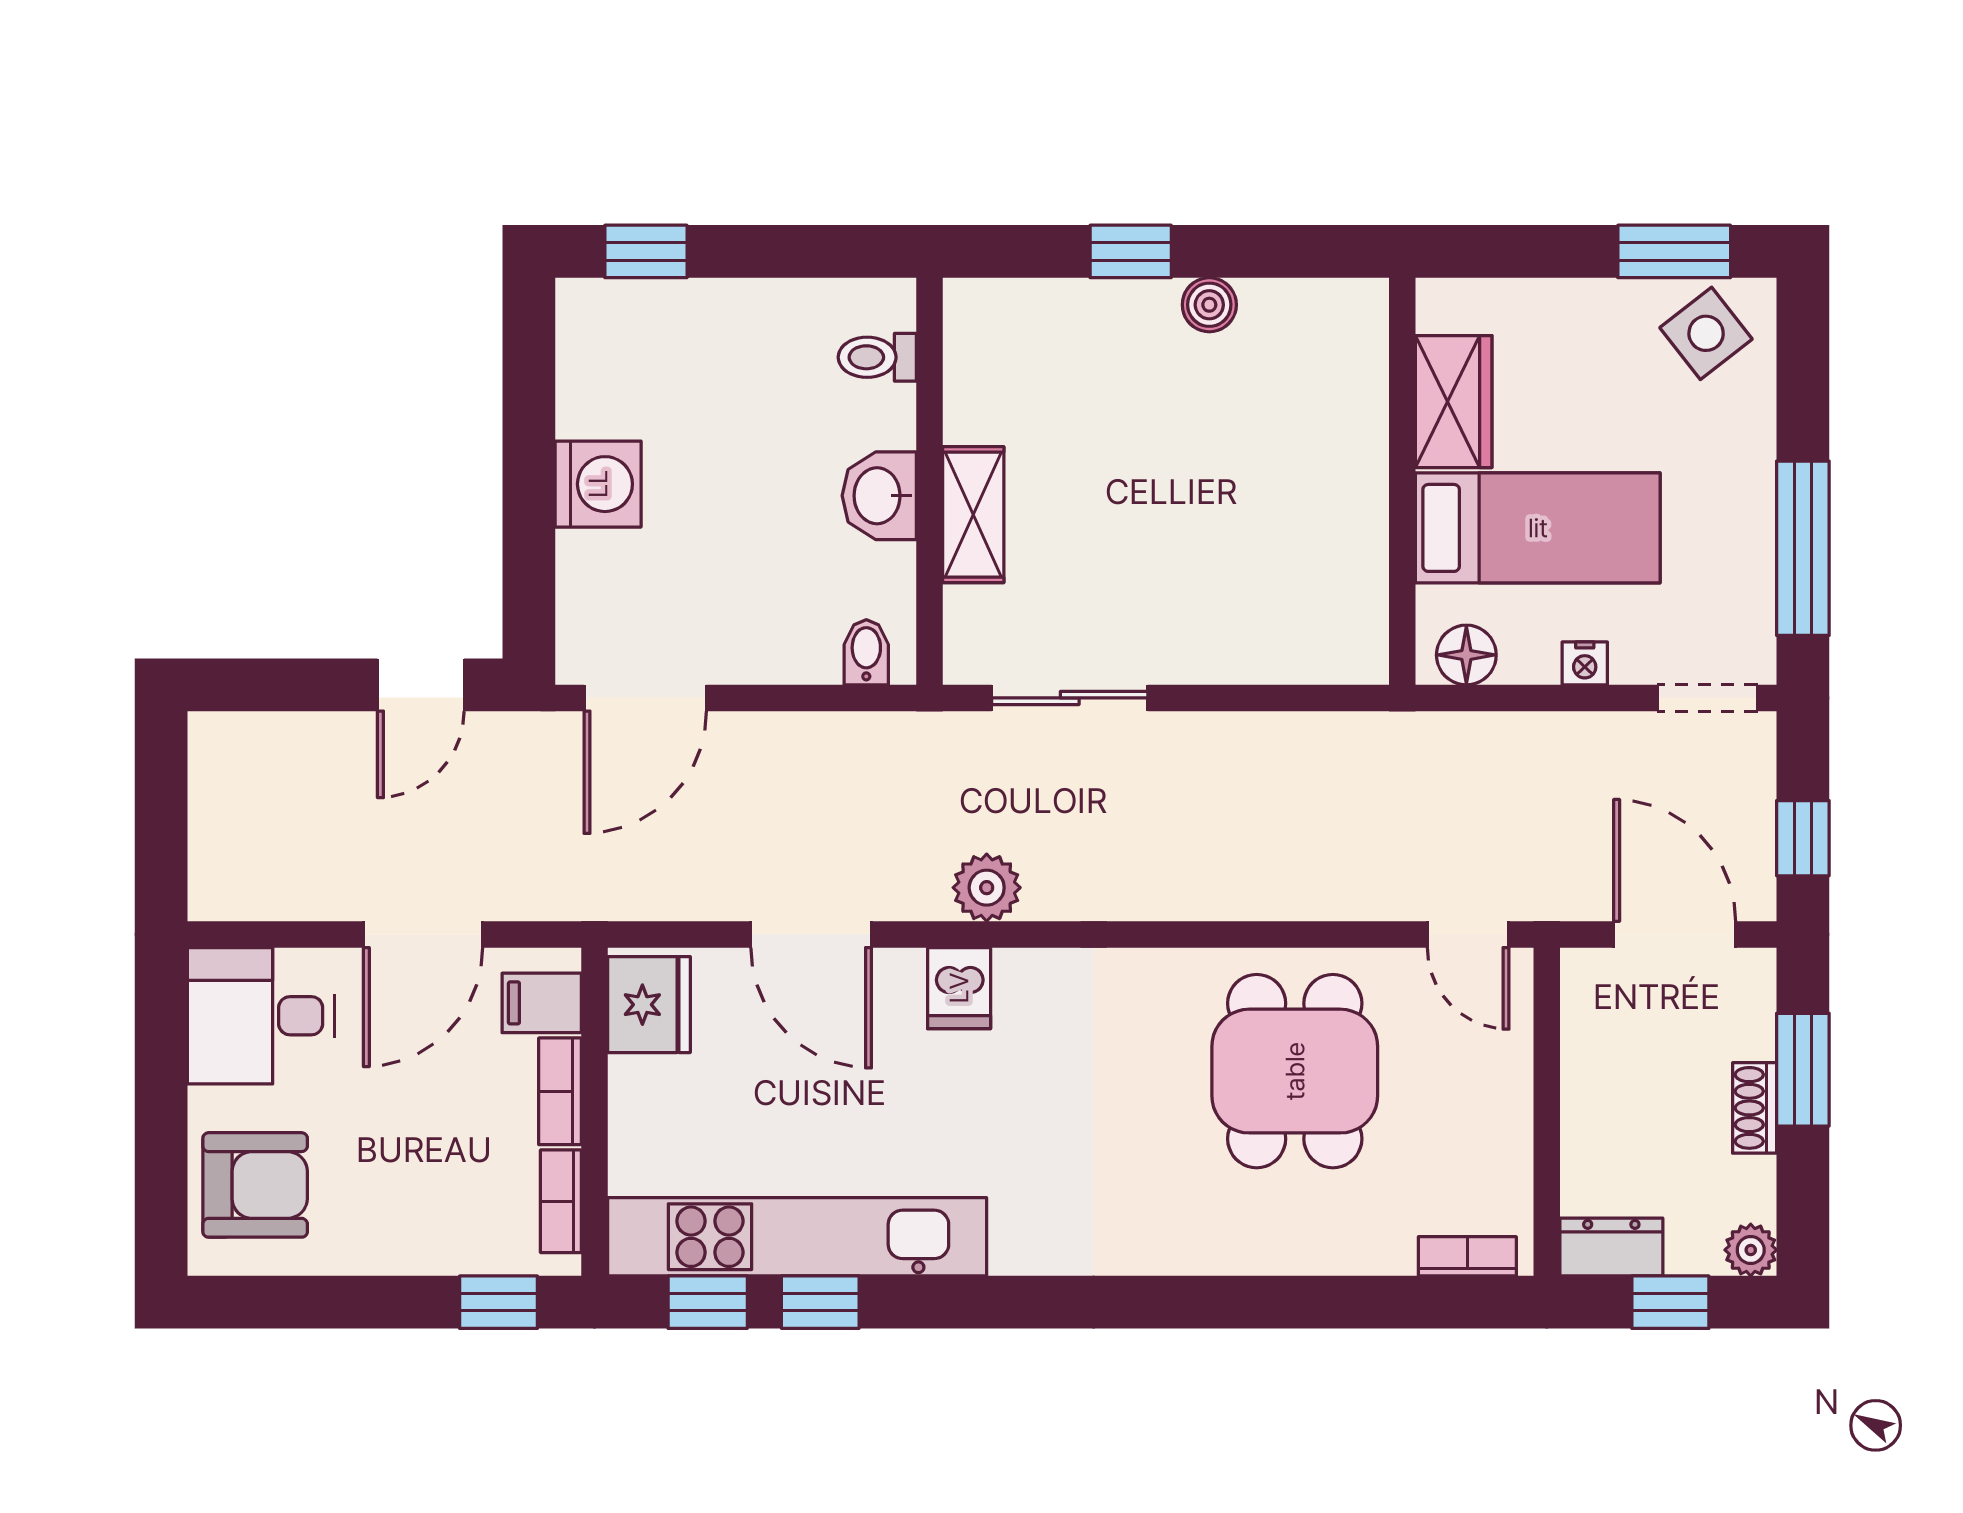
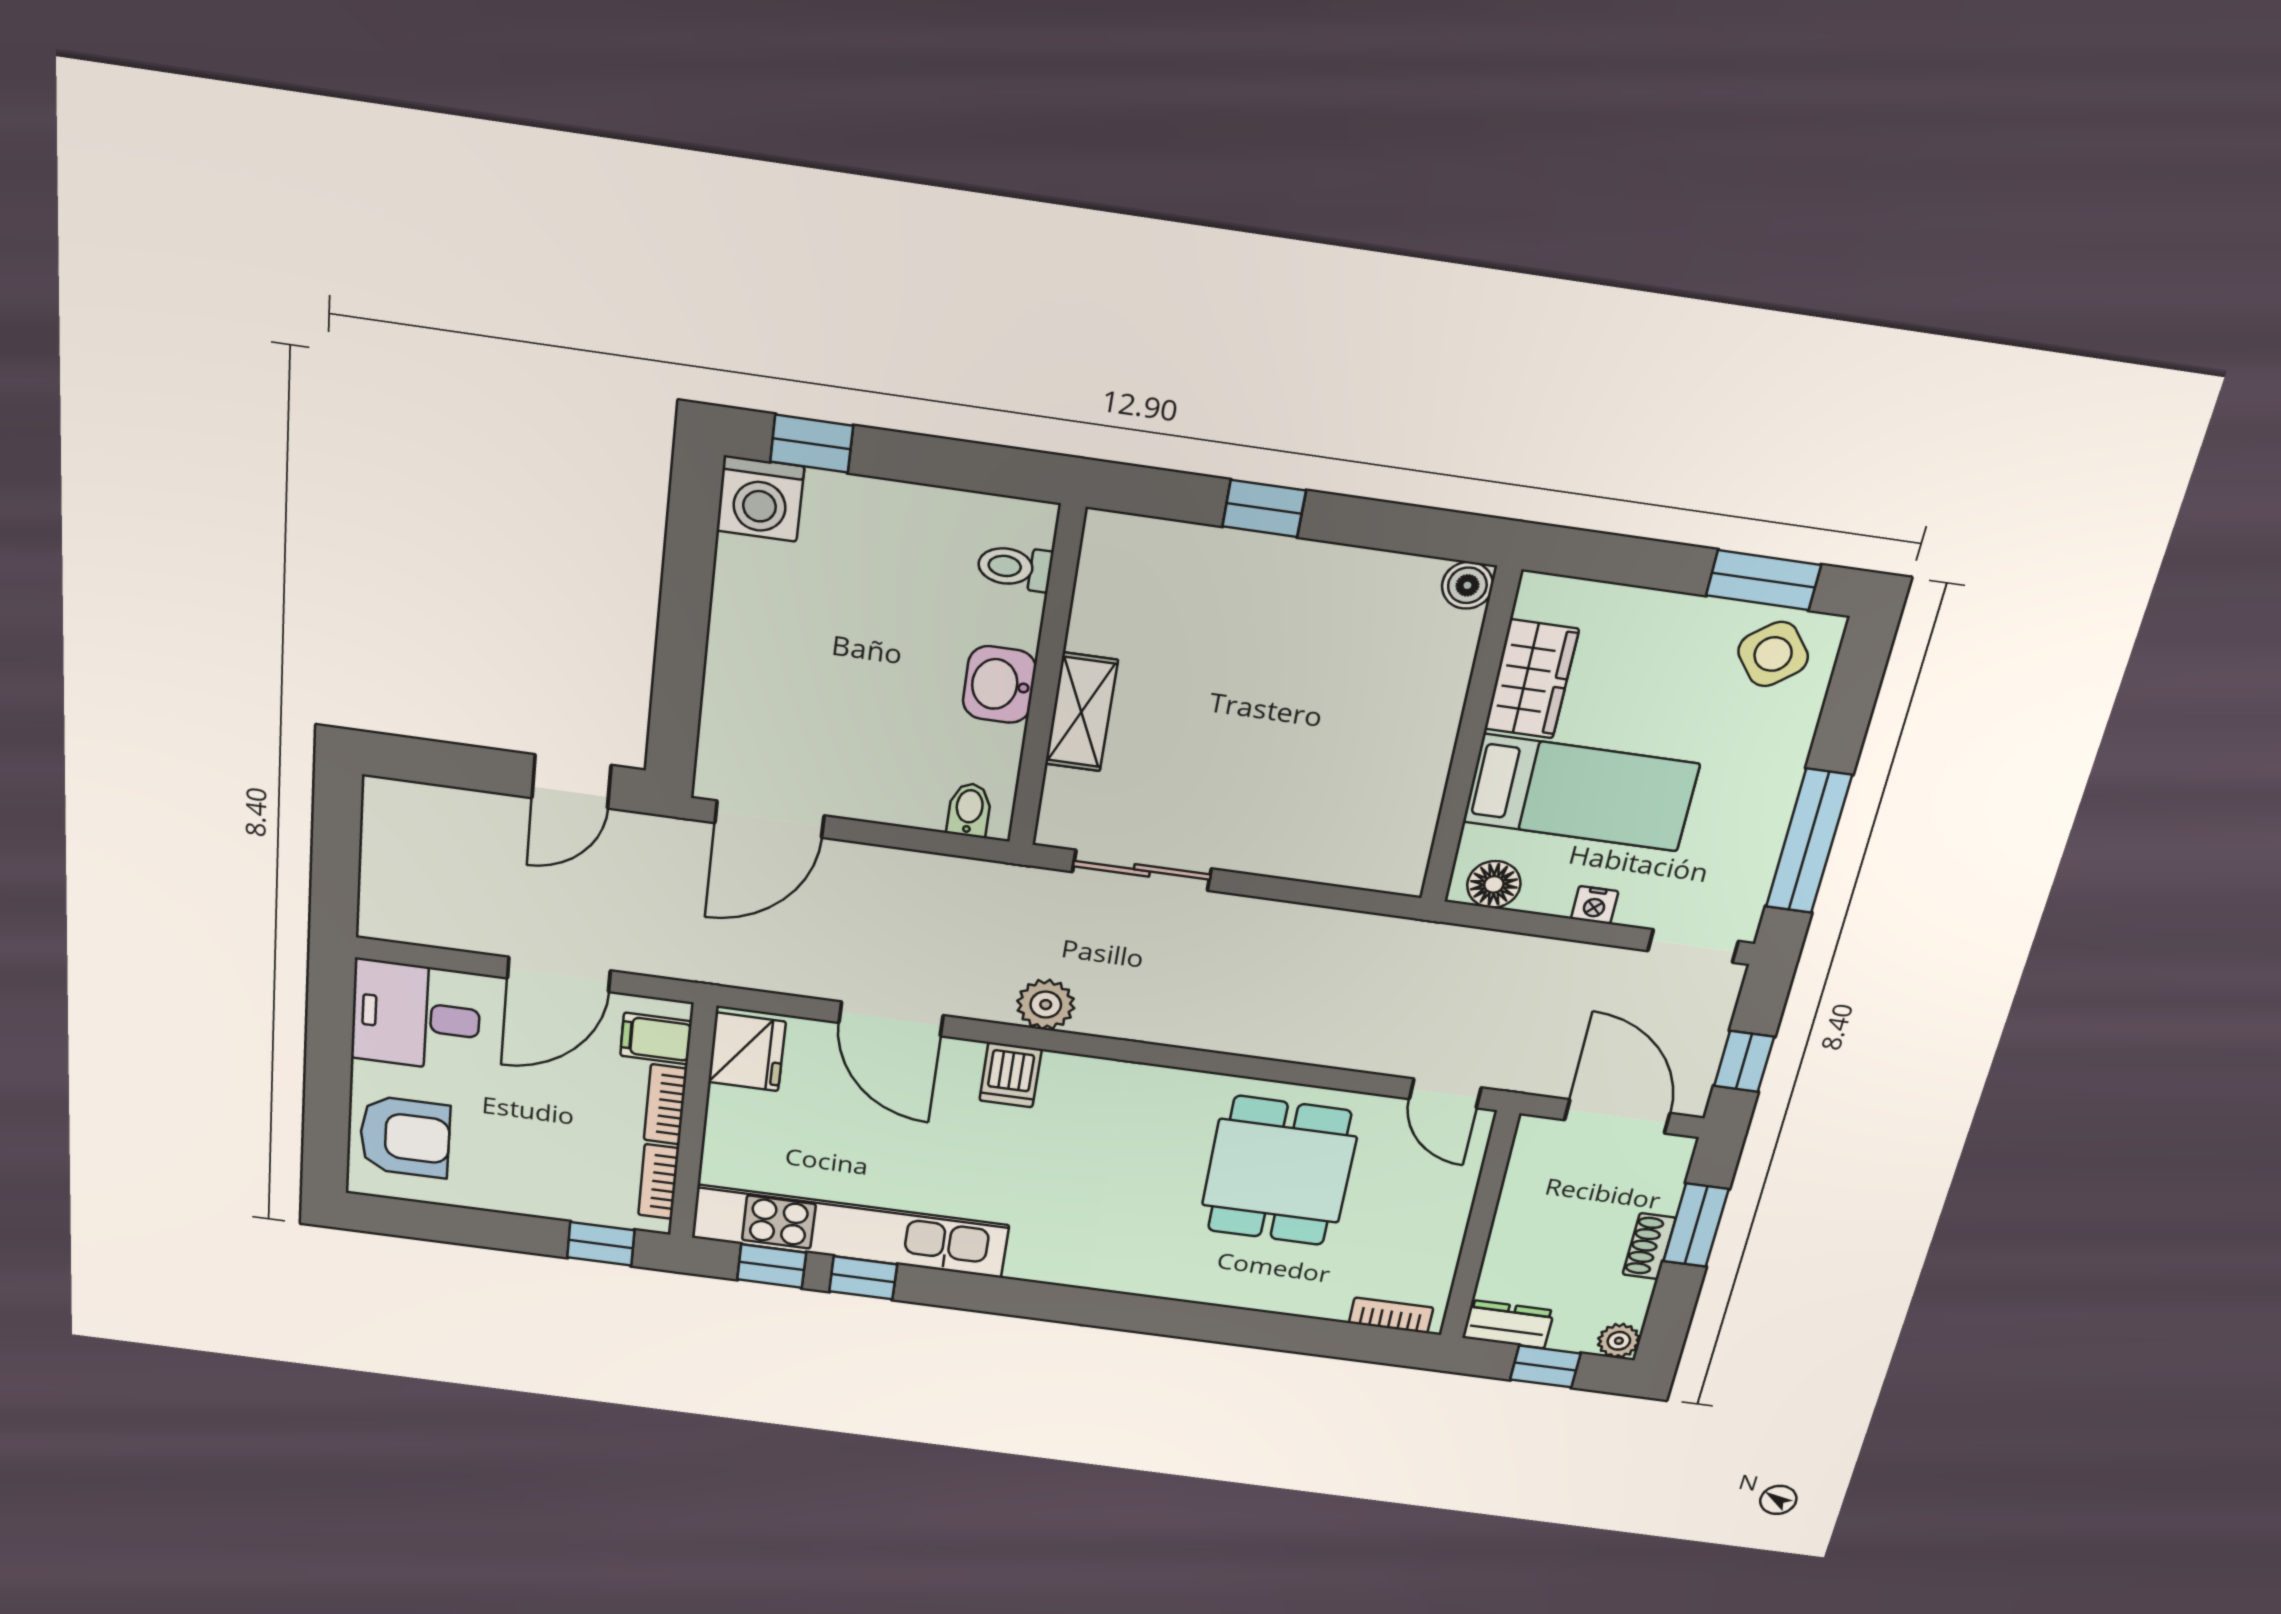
boiler: (1209, 305) -> (1467, 585), moved
washing machine: (598, 484) -> (760, 499), moved, turned 90

